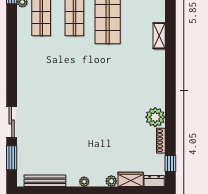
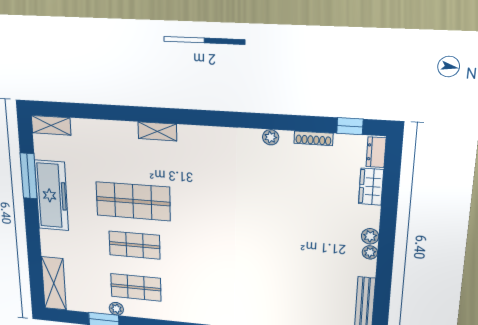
plant: (155, 117) -> (271, 137), width x0.53, depth x0.53
plant: (111, 181) -> (370, 236), moved

